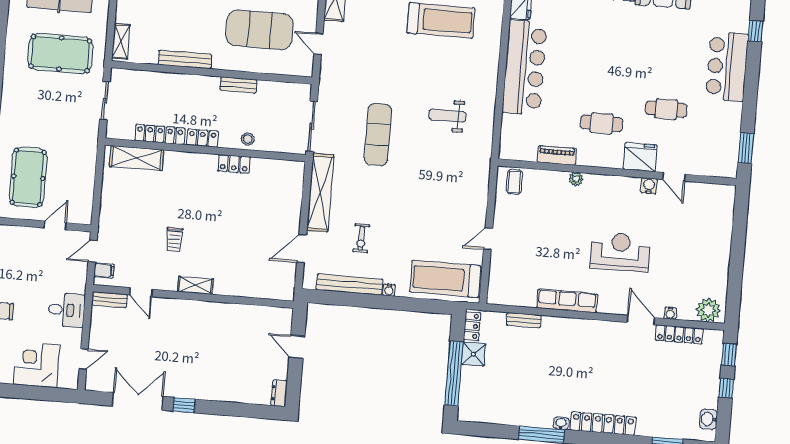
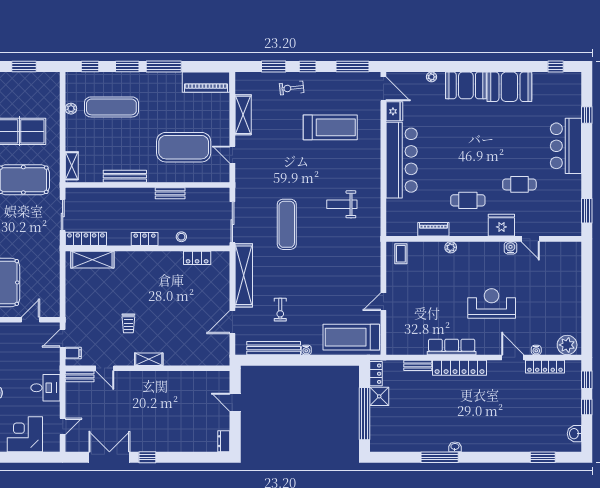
locker: (160, 134) -> (86, 239), moved
locker: (234, 164) -> (197, 258), moved
locker: (603, 424) -> (460, 368), moved, turned 180

